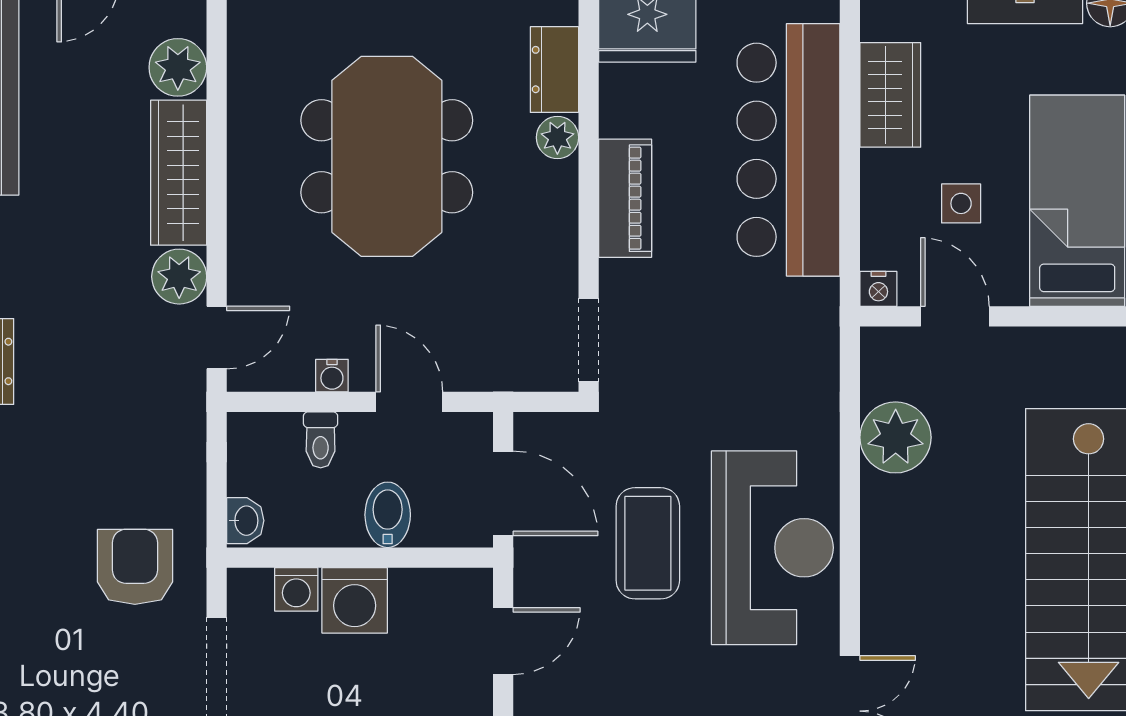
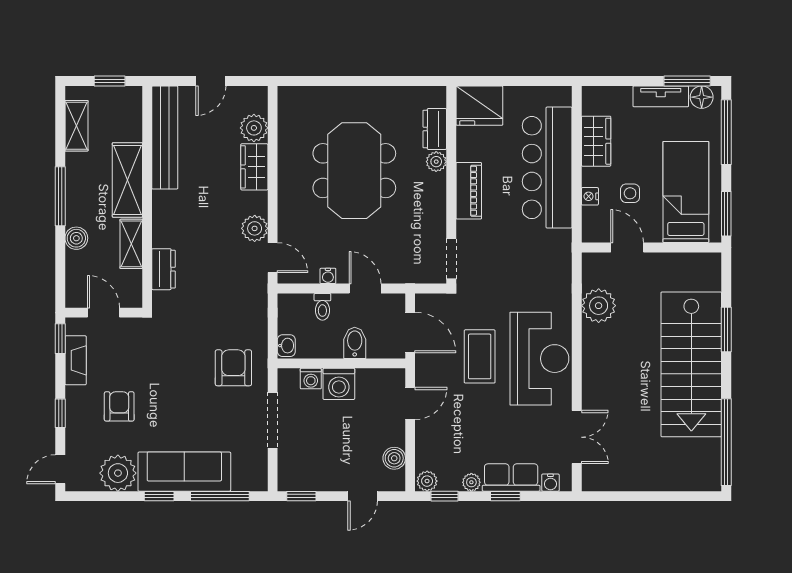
wardrobe: (179, 173) -> (254, 167), width x0.67
nightstand: (878, 289) -> (590, 196), moved, turned 90
door: (217, 338) -> (273, 258), hinge flipped

